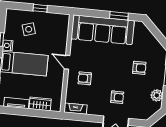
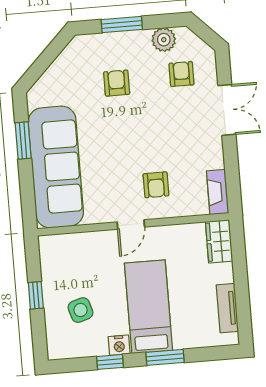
armchair: (117, 97) -> (181, 74), moved
wardrobe: (40, 104) -> (219, 241), moved

